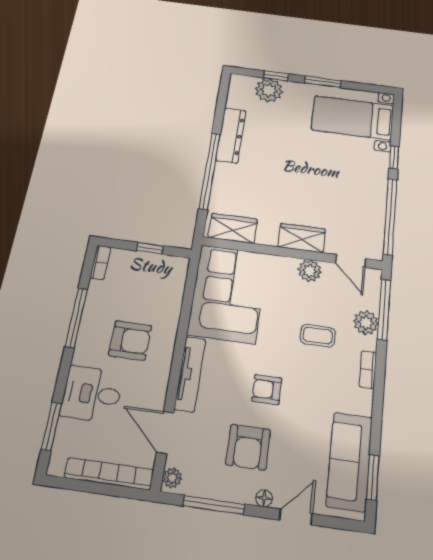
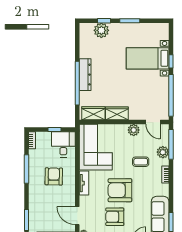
bed with nightstands: (353, 118) -> (148, 58), moved
dresser: (231, 136) -> (85, 75), moved
wardrobe: (302, 238) -> (117, 113), moved
armchair: (130, 340) -> (54, 176), turned -89
tv unit: (190, 374) -> (84, 183), width x0.71
armchair: (267, 390) -> (120, 190), width x1.88, depth x1.88
desk: (92, 394) -> (63, 144), moved, turned 90
armchair: (248, 447) -> (115, 217), turned 90

